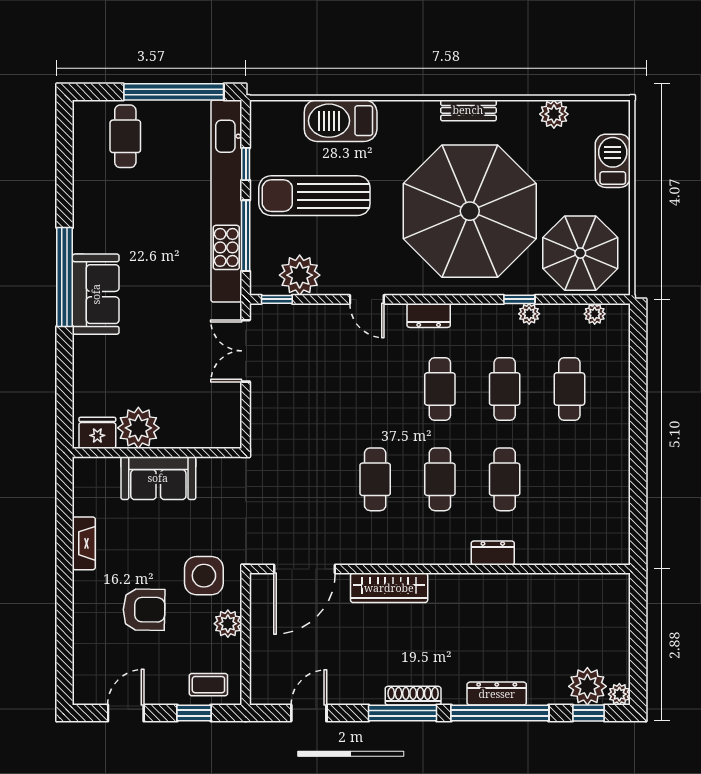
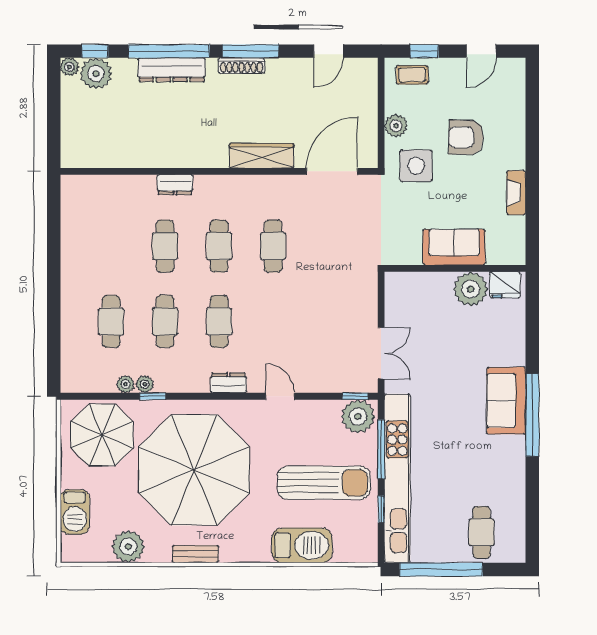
plant: (554, 114) -> (128, 547), width x1.36, depth x1.36
plant: (300, 275) -> (358, 416), moved
plant: (595, 314) -> (125, 384), moved
dresser: (497, 694) -> (172, 70), width x1.37, depth x1.24

